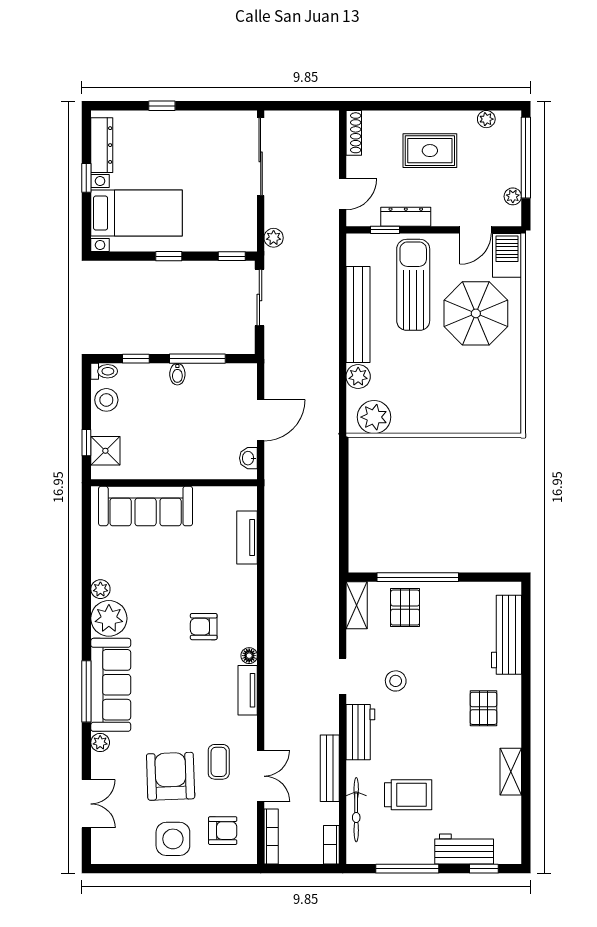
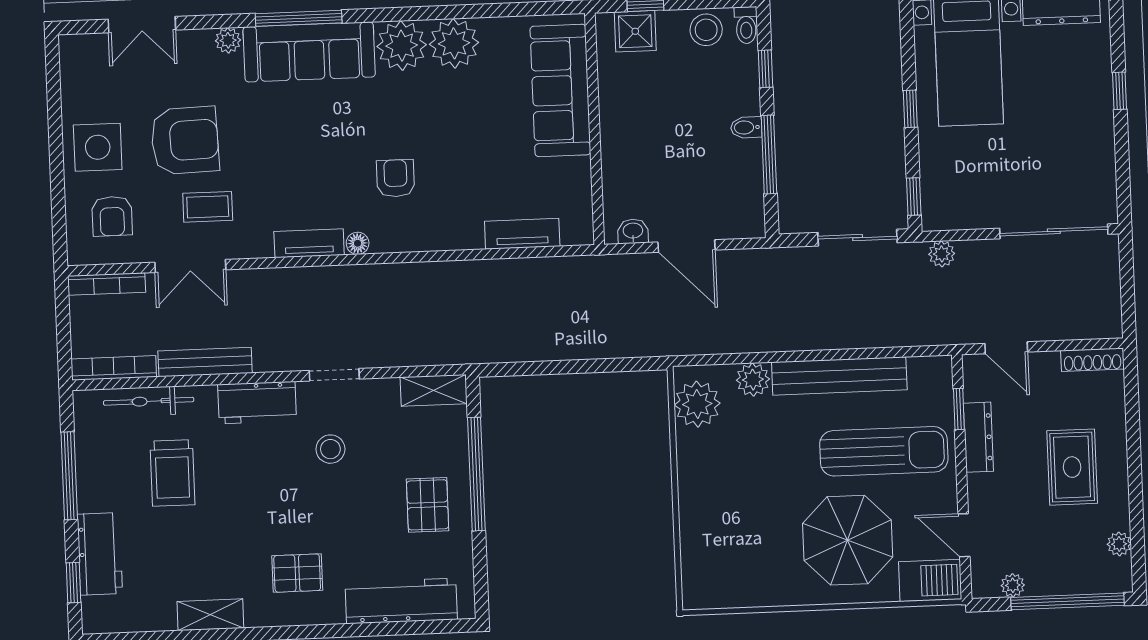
plant: (100, 589) -> (454, 43), width x1.88, depth x1.88
pallet: (405, 608) -> (428, 505), moved, turned 90
bookcase: (331, 845) -> (114, 368), width x1.56

